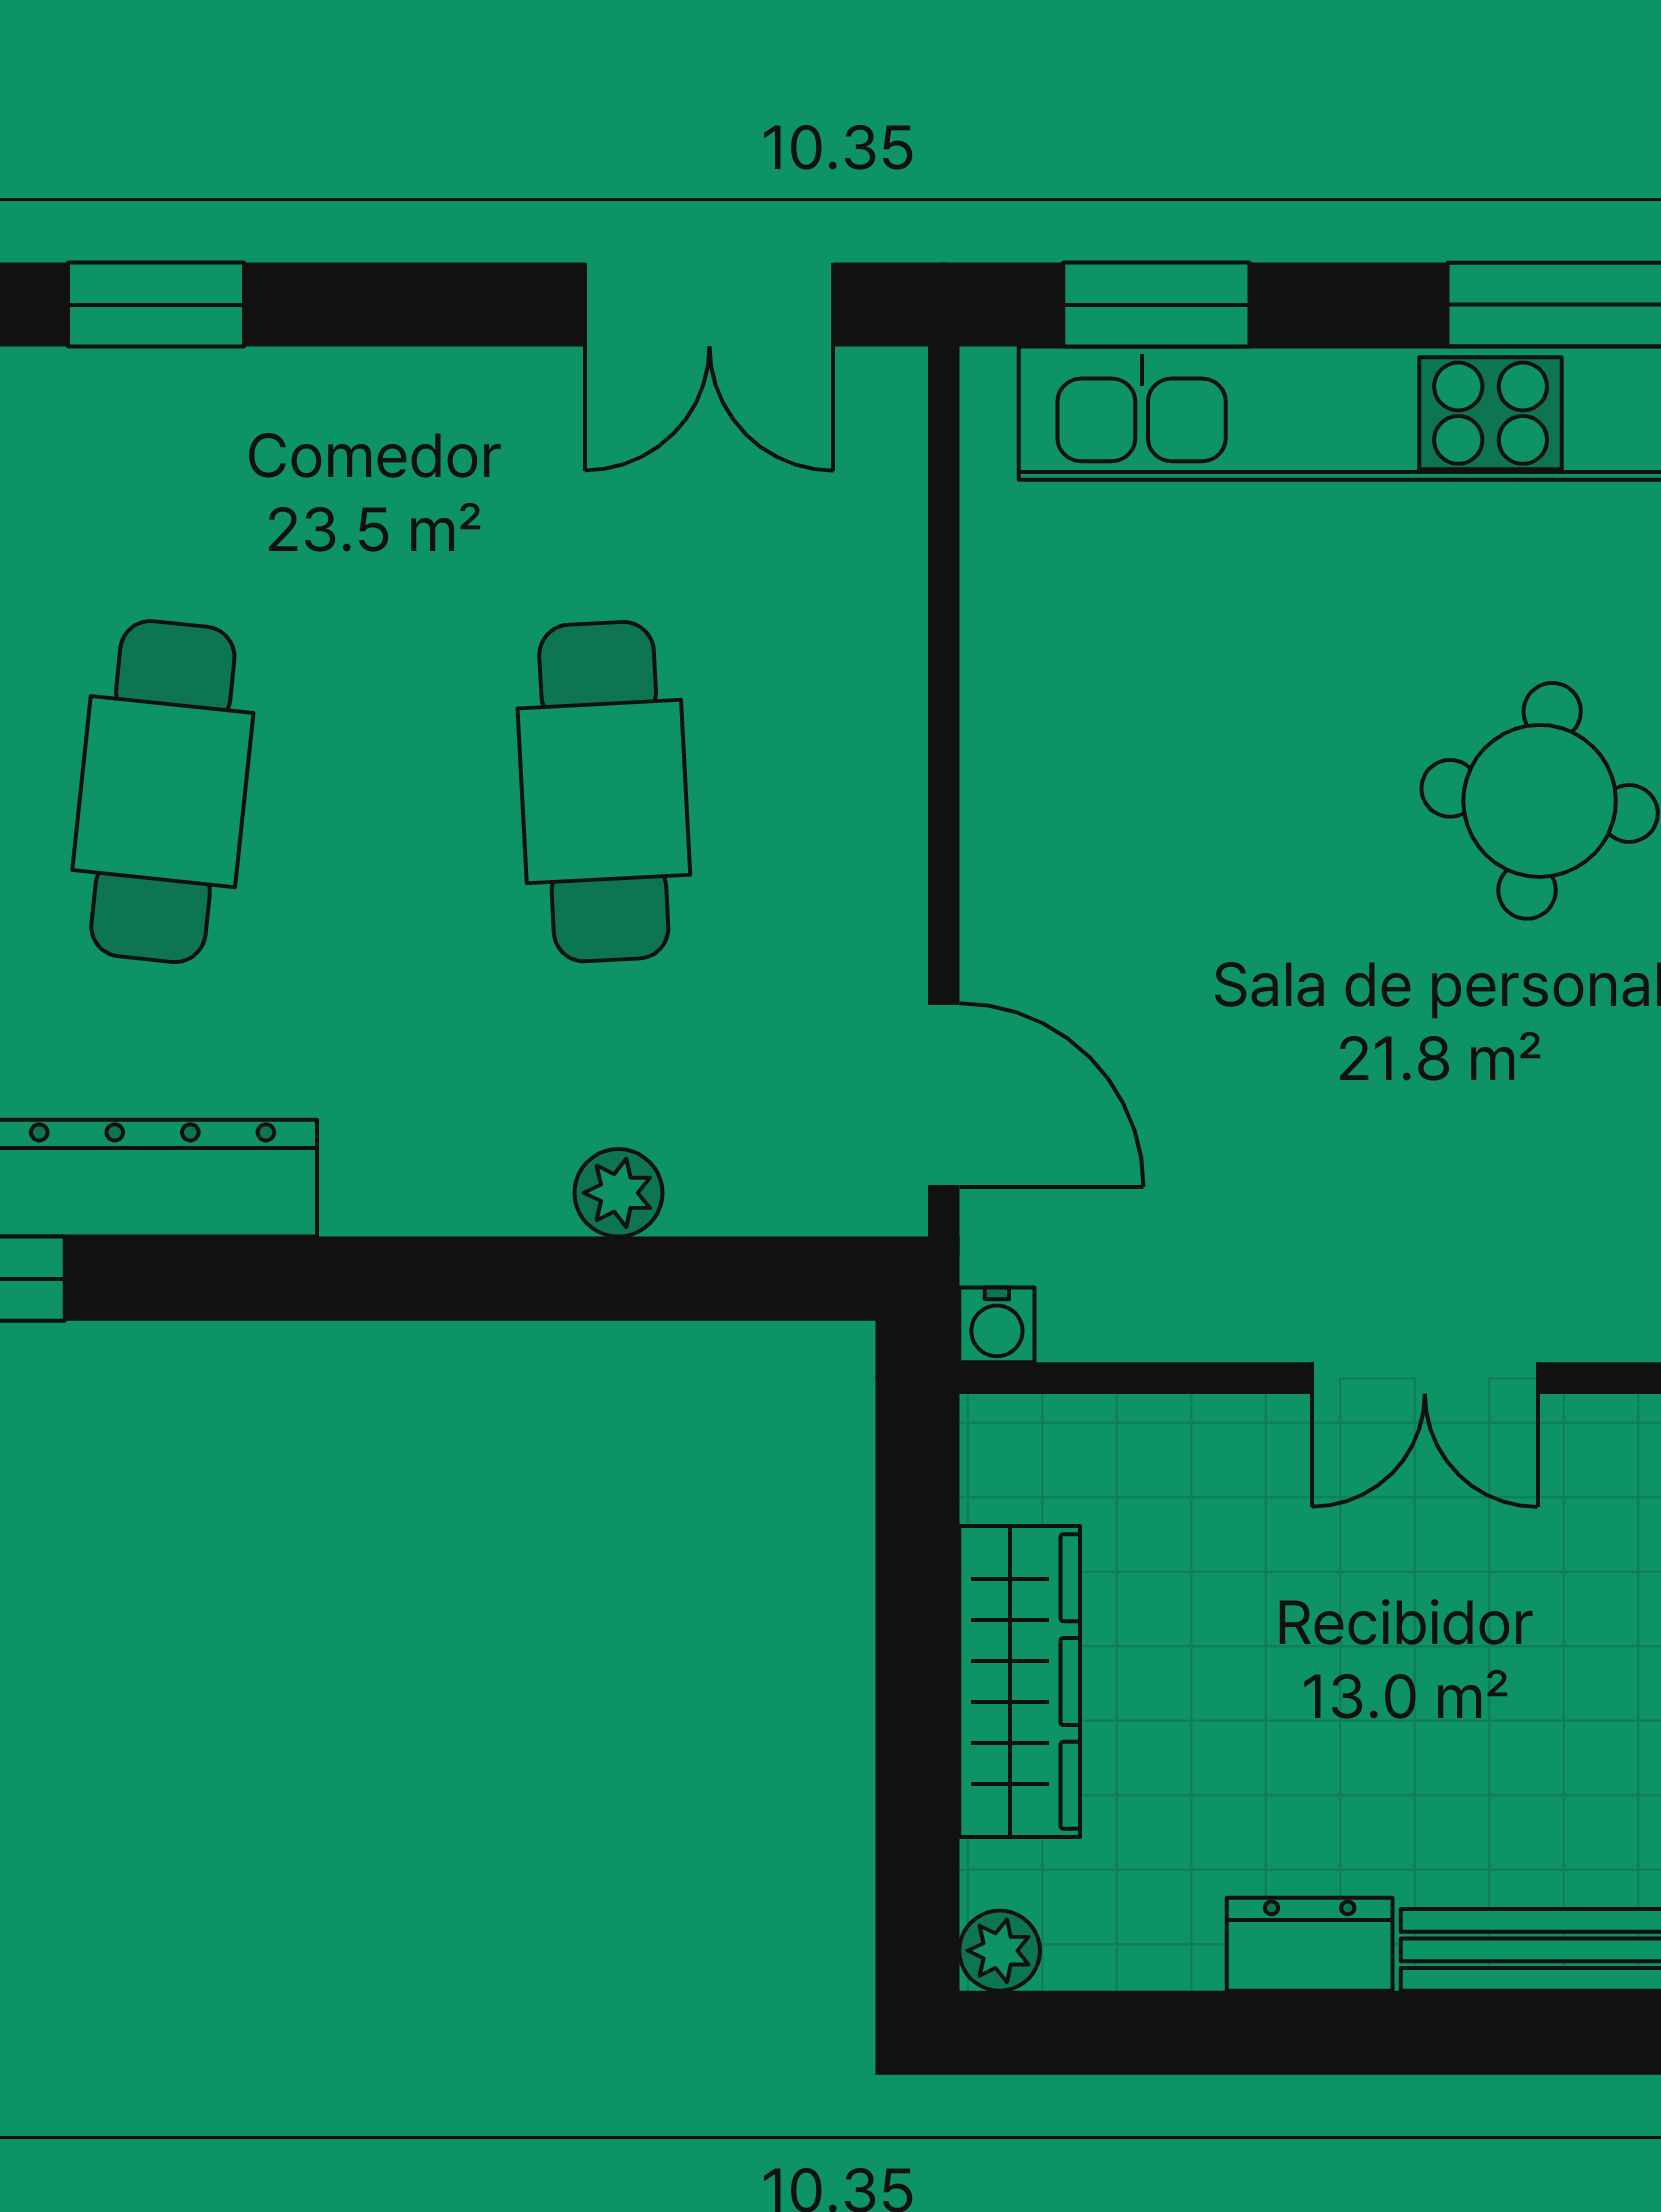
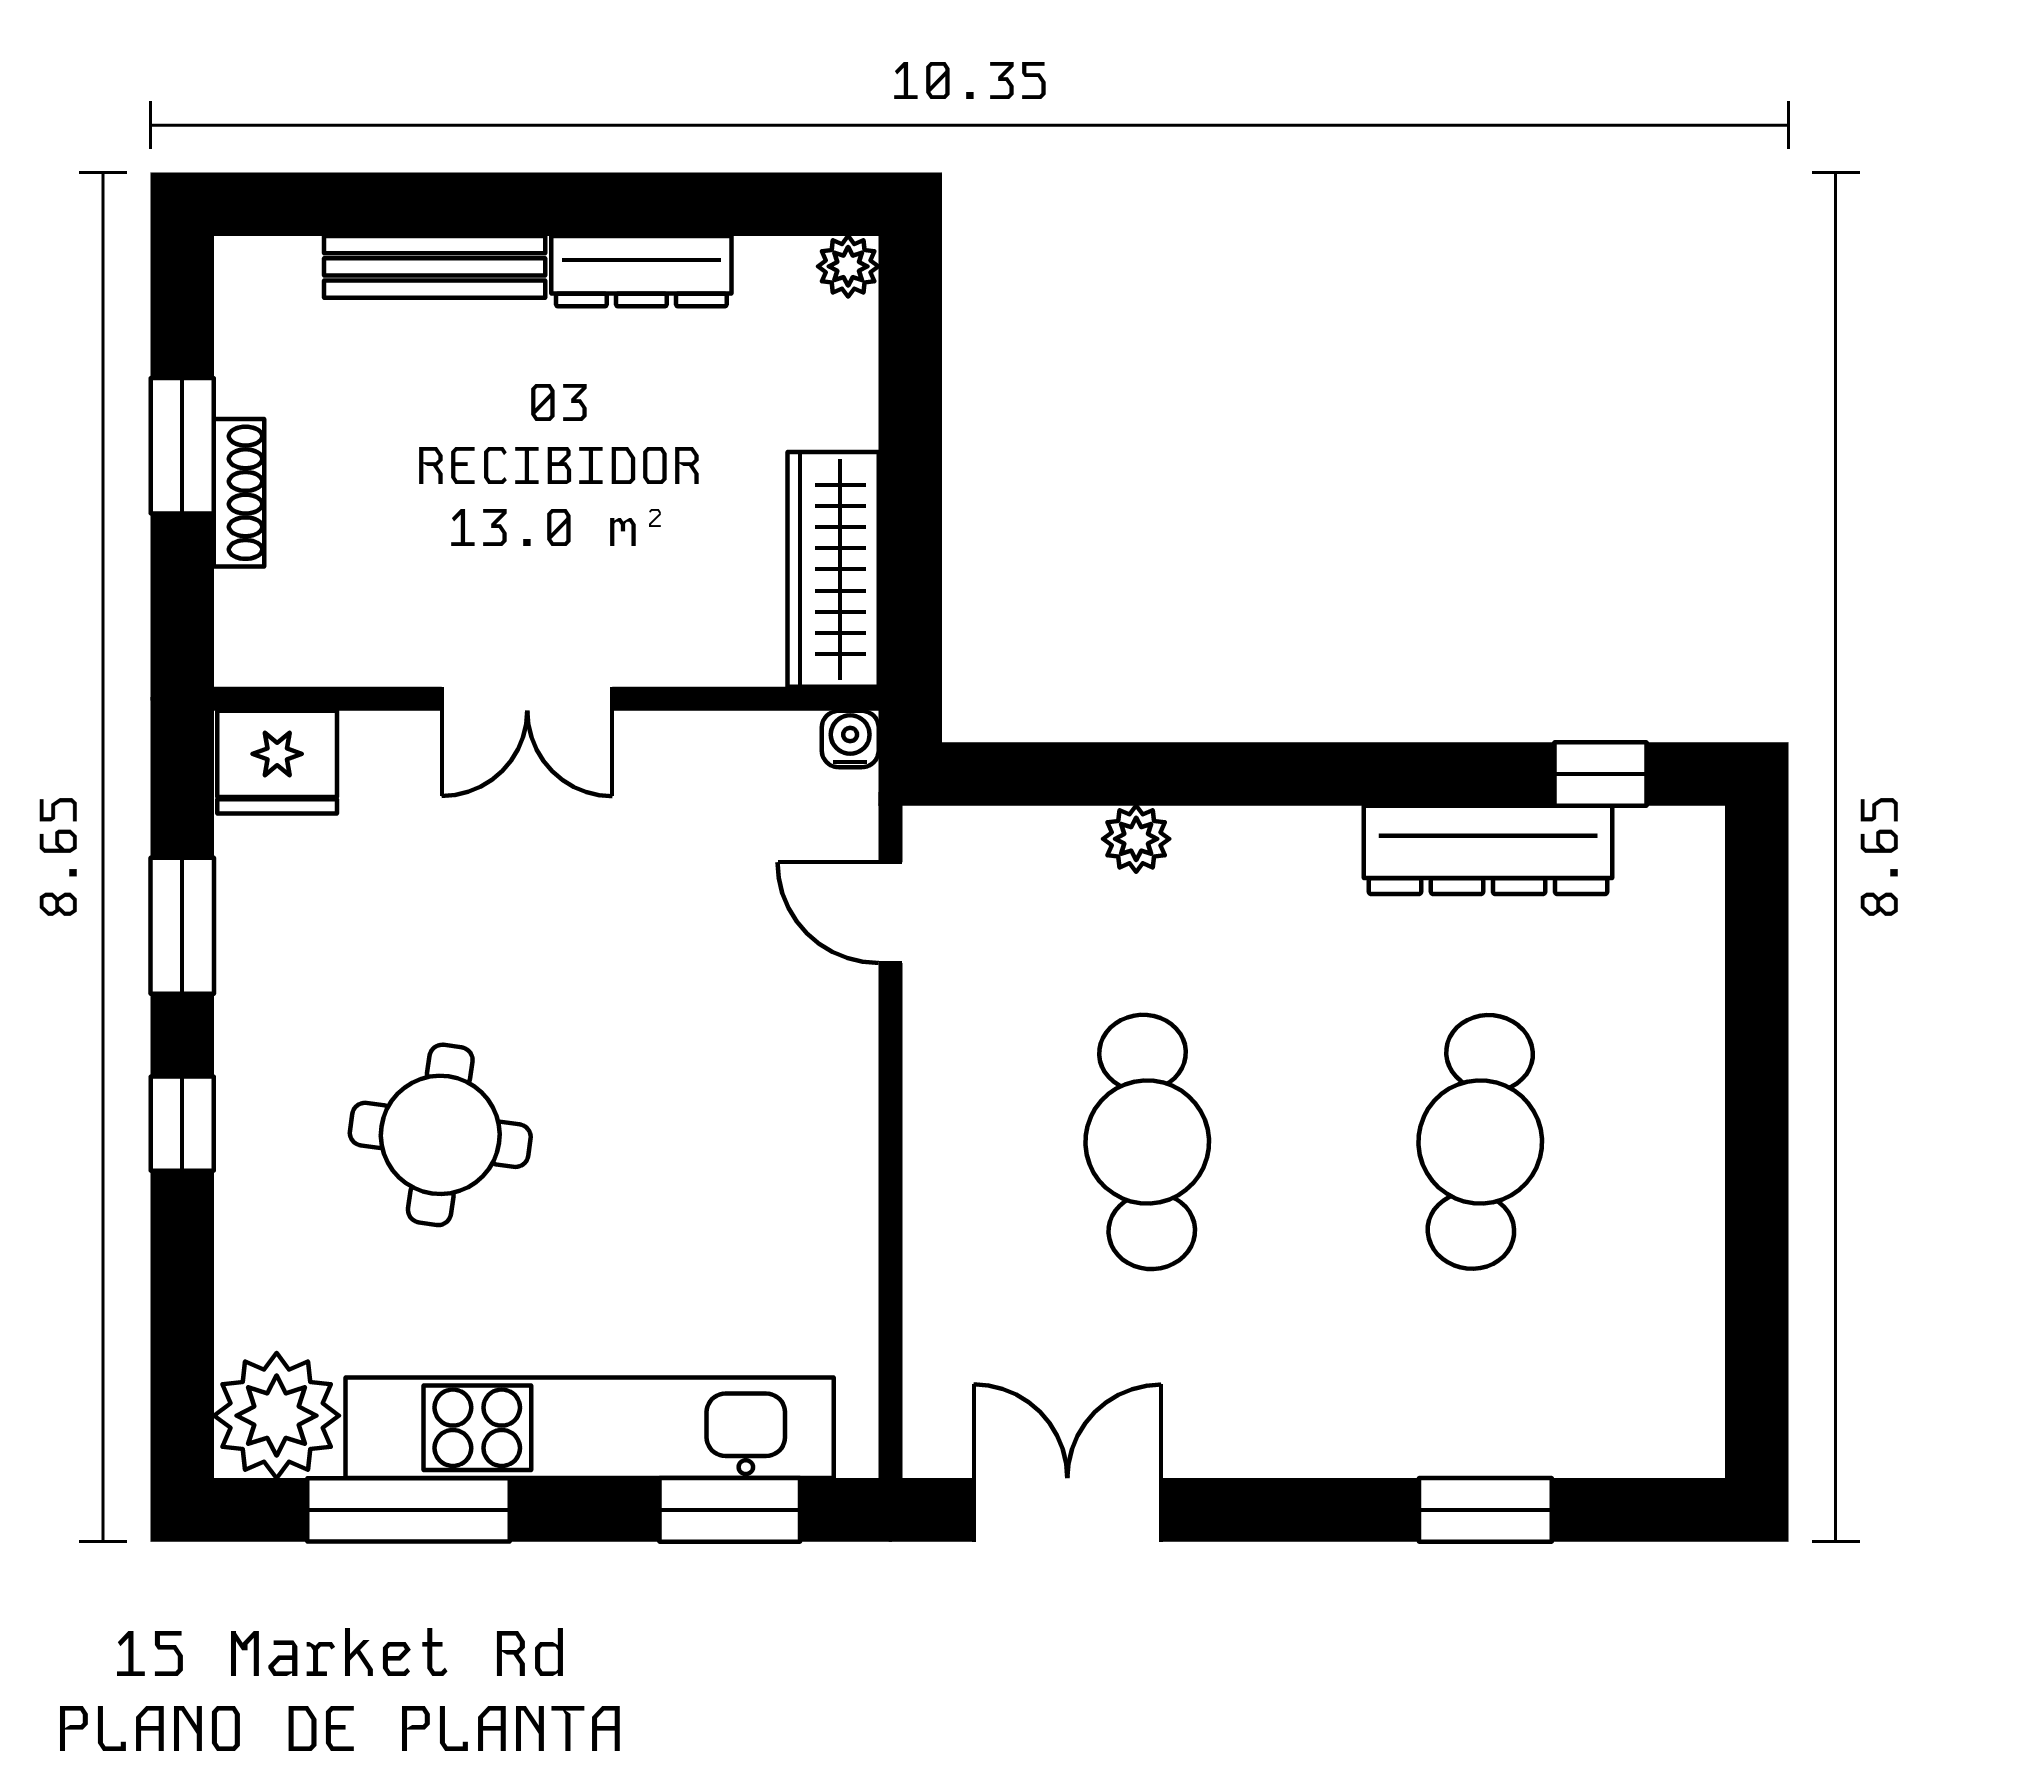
door: (944, 1095) -> (890, 913), width x0.73
double door: (1425, 1378) -> (527, 699), swing flipped
wardrobe: (1020, 1682) -> (833, 569), moved
dresser: (1310, 1944) -> (641, 271), width x1.44

